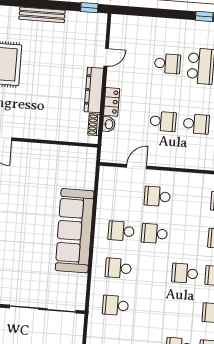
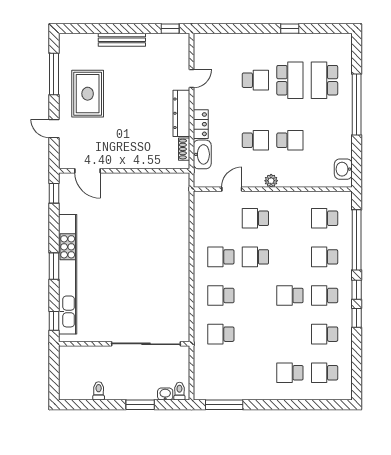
washbasin: (109, 124) -> (202, 154), width x1.91, depth x1.45
plant: (175, 161) -> (271, 181), added
sofa: (75, 231) -> (173, 260), removed

